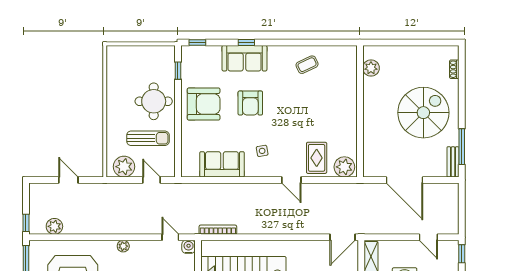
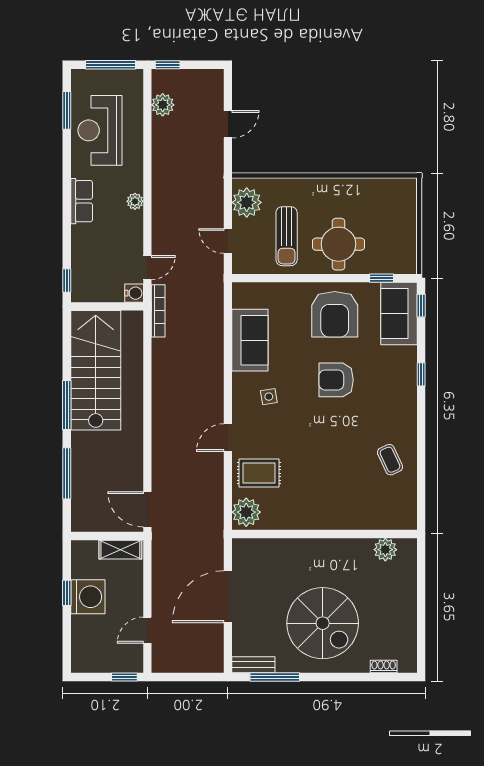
sofa: (244, 58) -> (399, 314), moved
door: (151, 180) -> (228, 241), swing flipped
bookcase: (218, 230) -> (158, 311), moved

